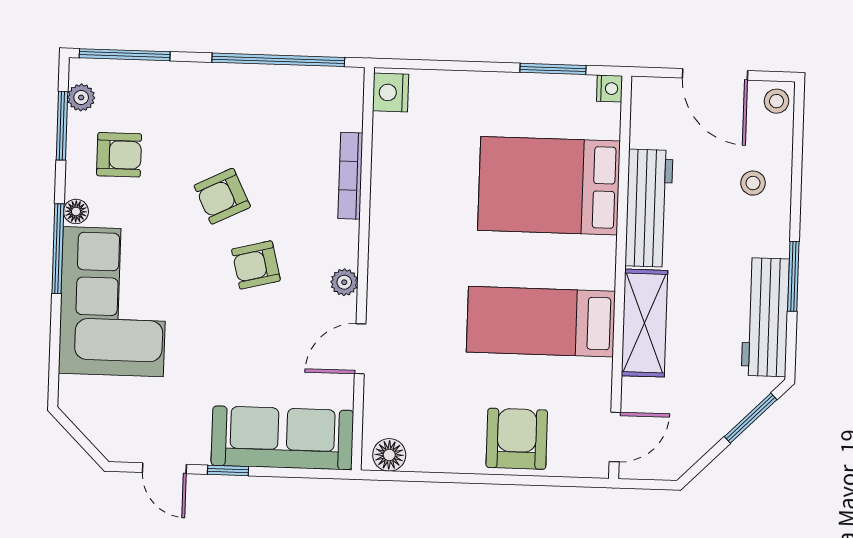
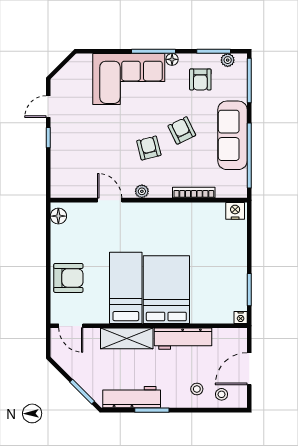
stool: (777, 101) -> (222, 394), moved
bed: (549, 186) -> (166, 290), moved
sofa: (282, 438) -> (232, 135), moved, turned 180

